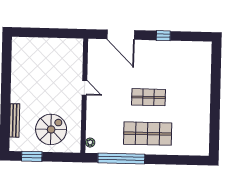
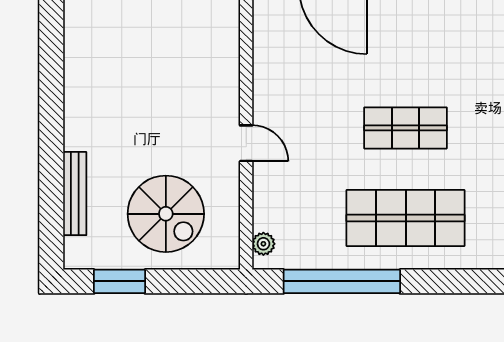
door: (84, 88) -> (246, 143), moved
spiral stairs: (51, 129) -> (166, 214), turned 90

